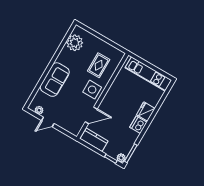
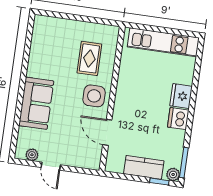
plant: (75, 43) -> (43, 41), removed
door: (91, 115) -> (107, 132), swing flipped
door: (48, 122) -> (51, 166), hinge flipped
kitchen counter: (94, 140) -> (144, 167), moved

